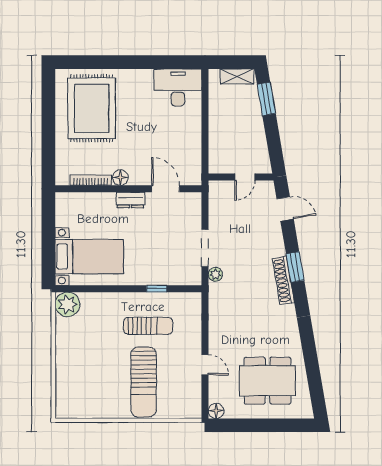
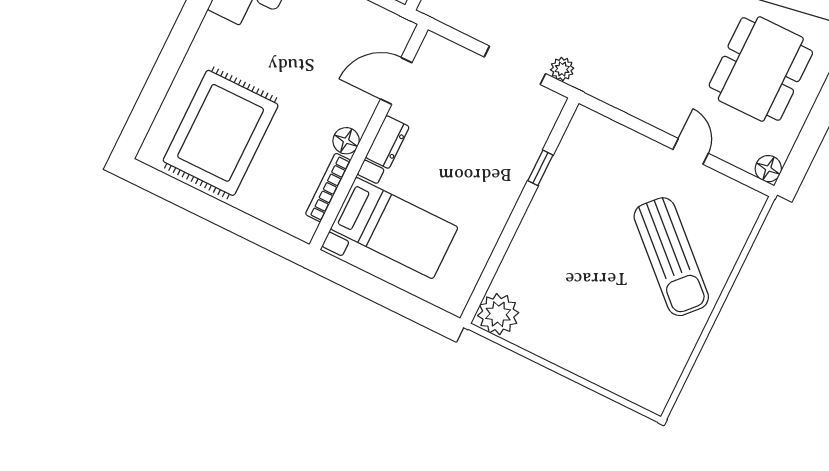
rug: (92, 108) -> (221, 133), turned 90
bed with nightstands: (89, 257) -> (394, 228), moved, turned 90
sun lounger: (148, 326) -> (590, 208), removed
door: (205, 365) -> (691, 151), hinge flipped
sun lounger: (144, 382) -> (671, 257), turned 43

